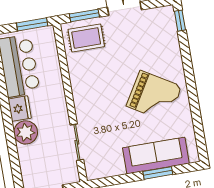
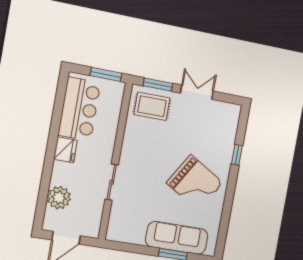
window: (180, 21) -> (237, 155), moved
plant: (26, 132) -> (59, 198), moved
sliding door: (77, 142) -> (112, 182), moved

